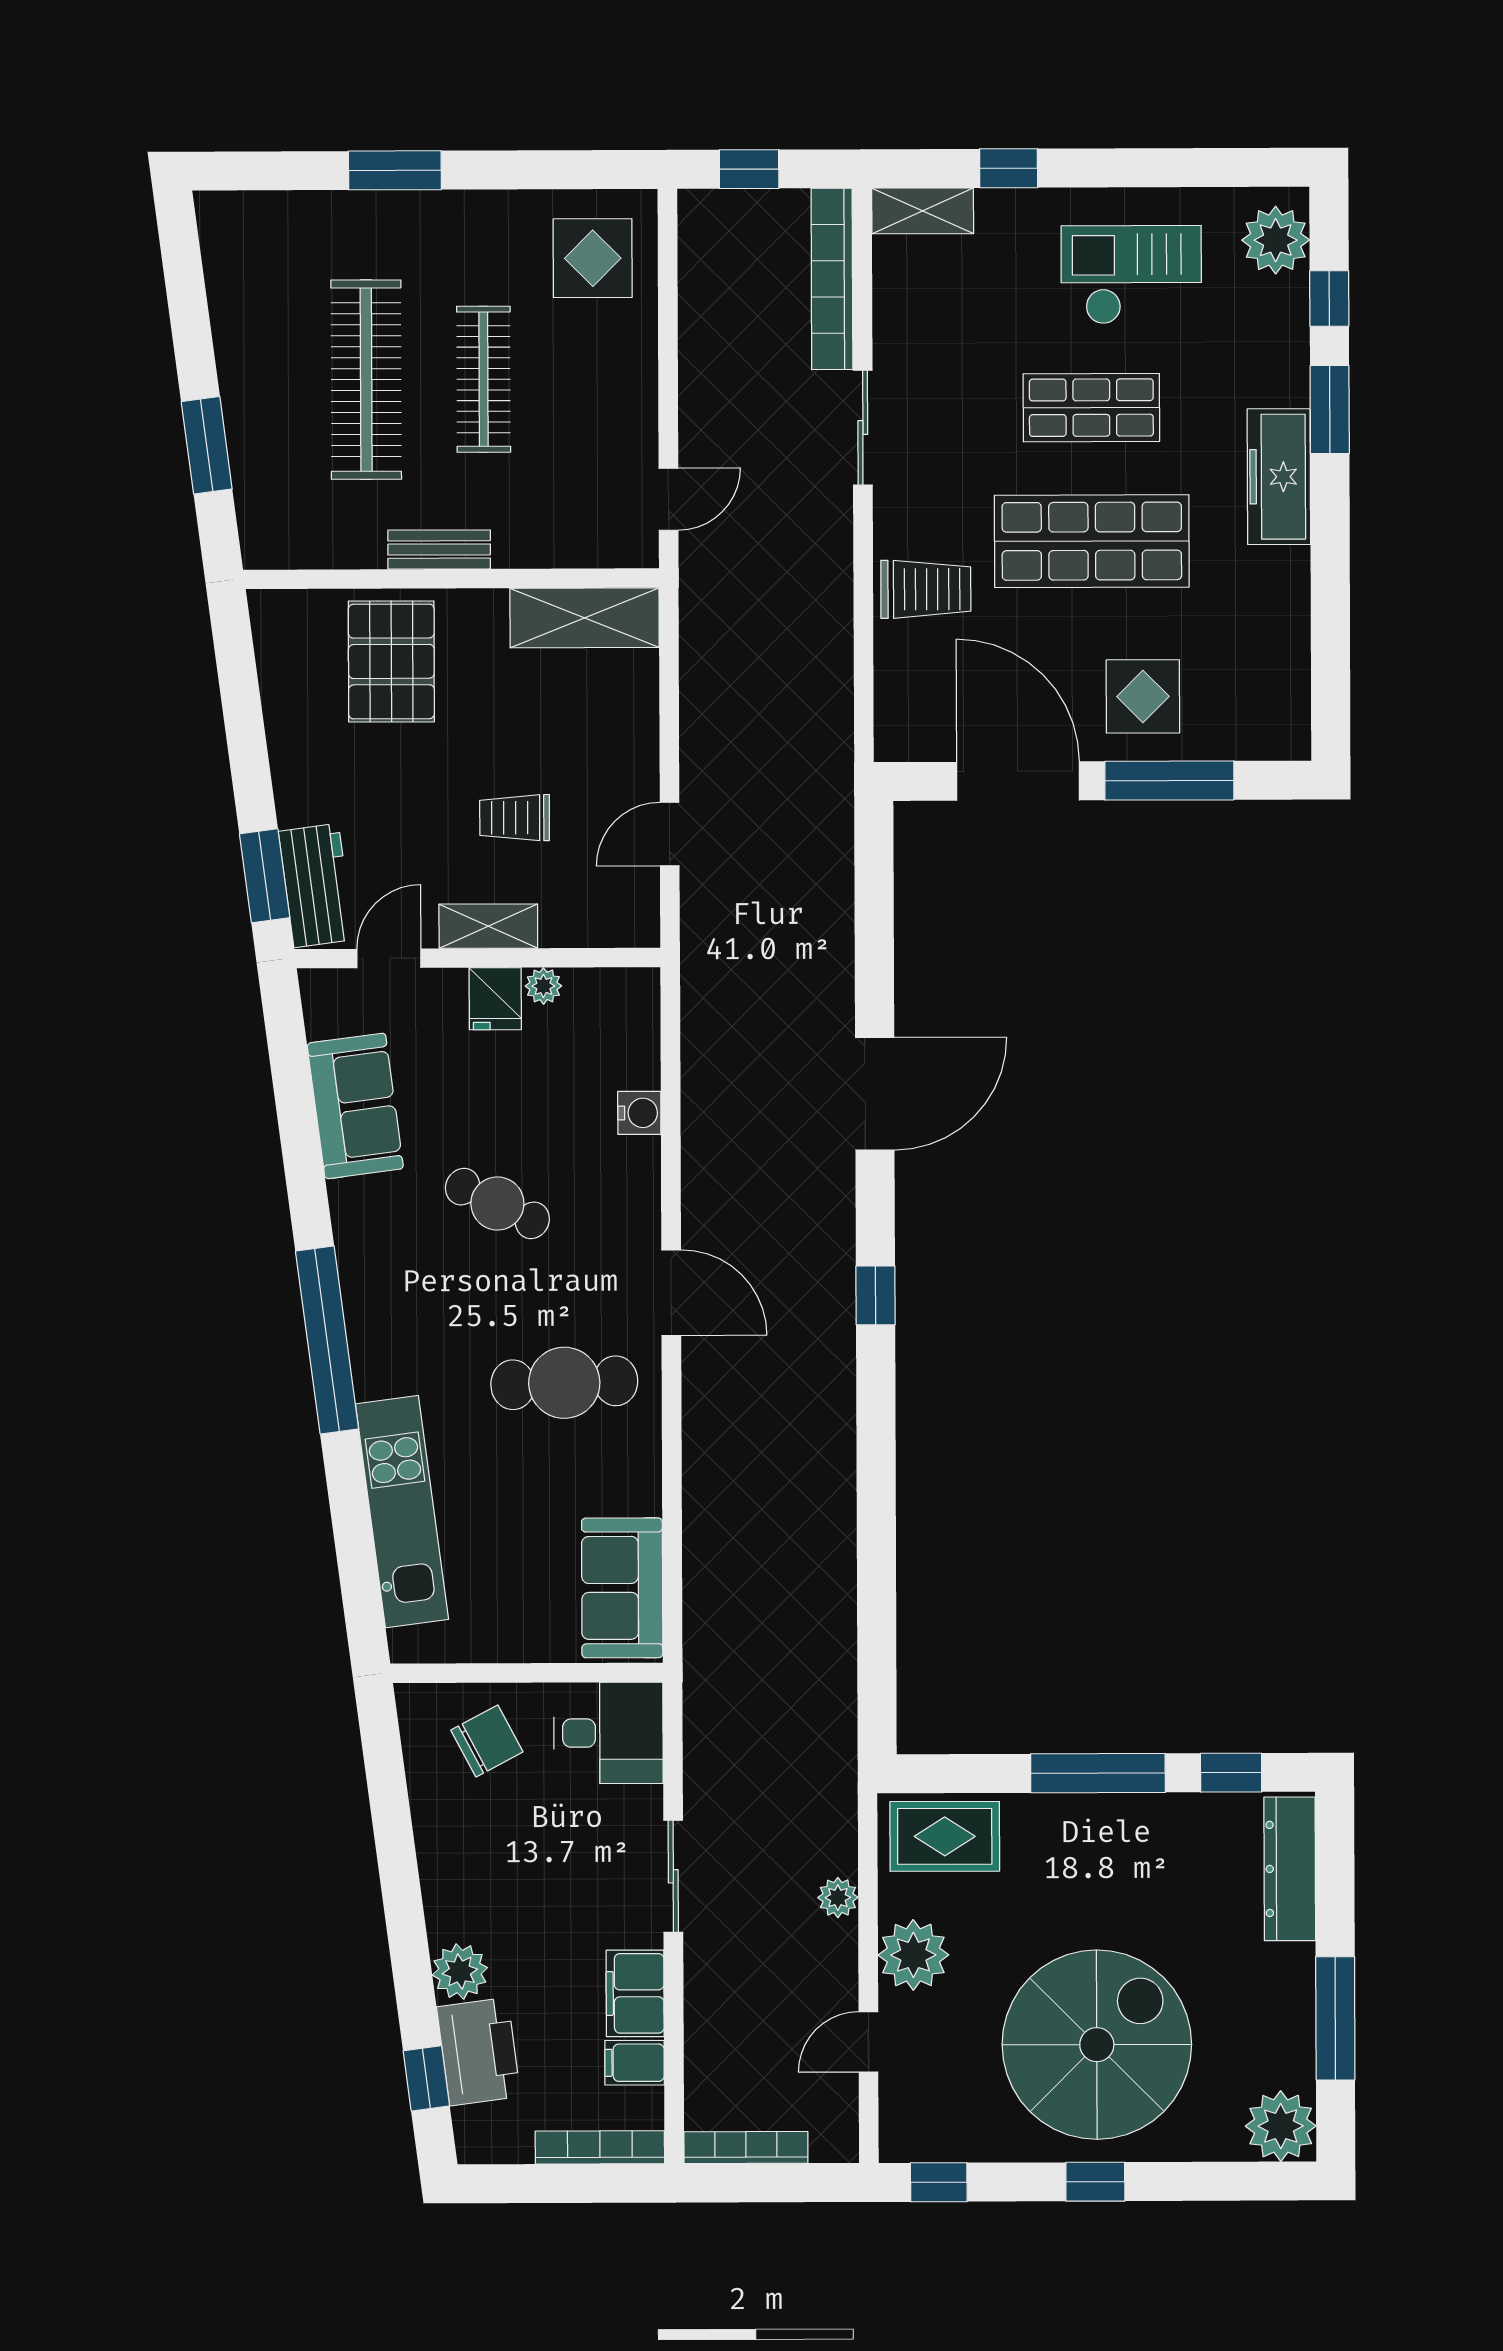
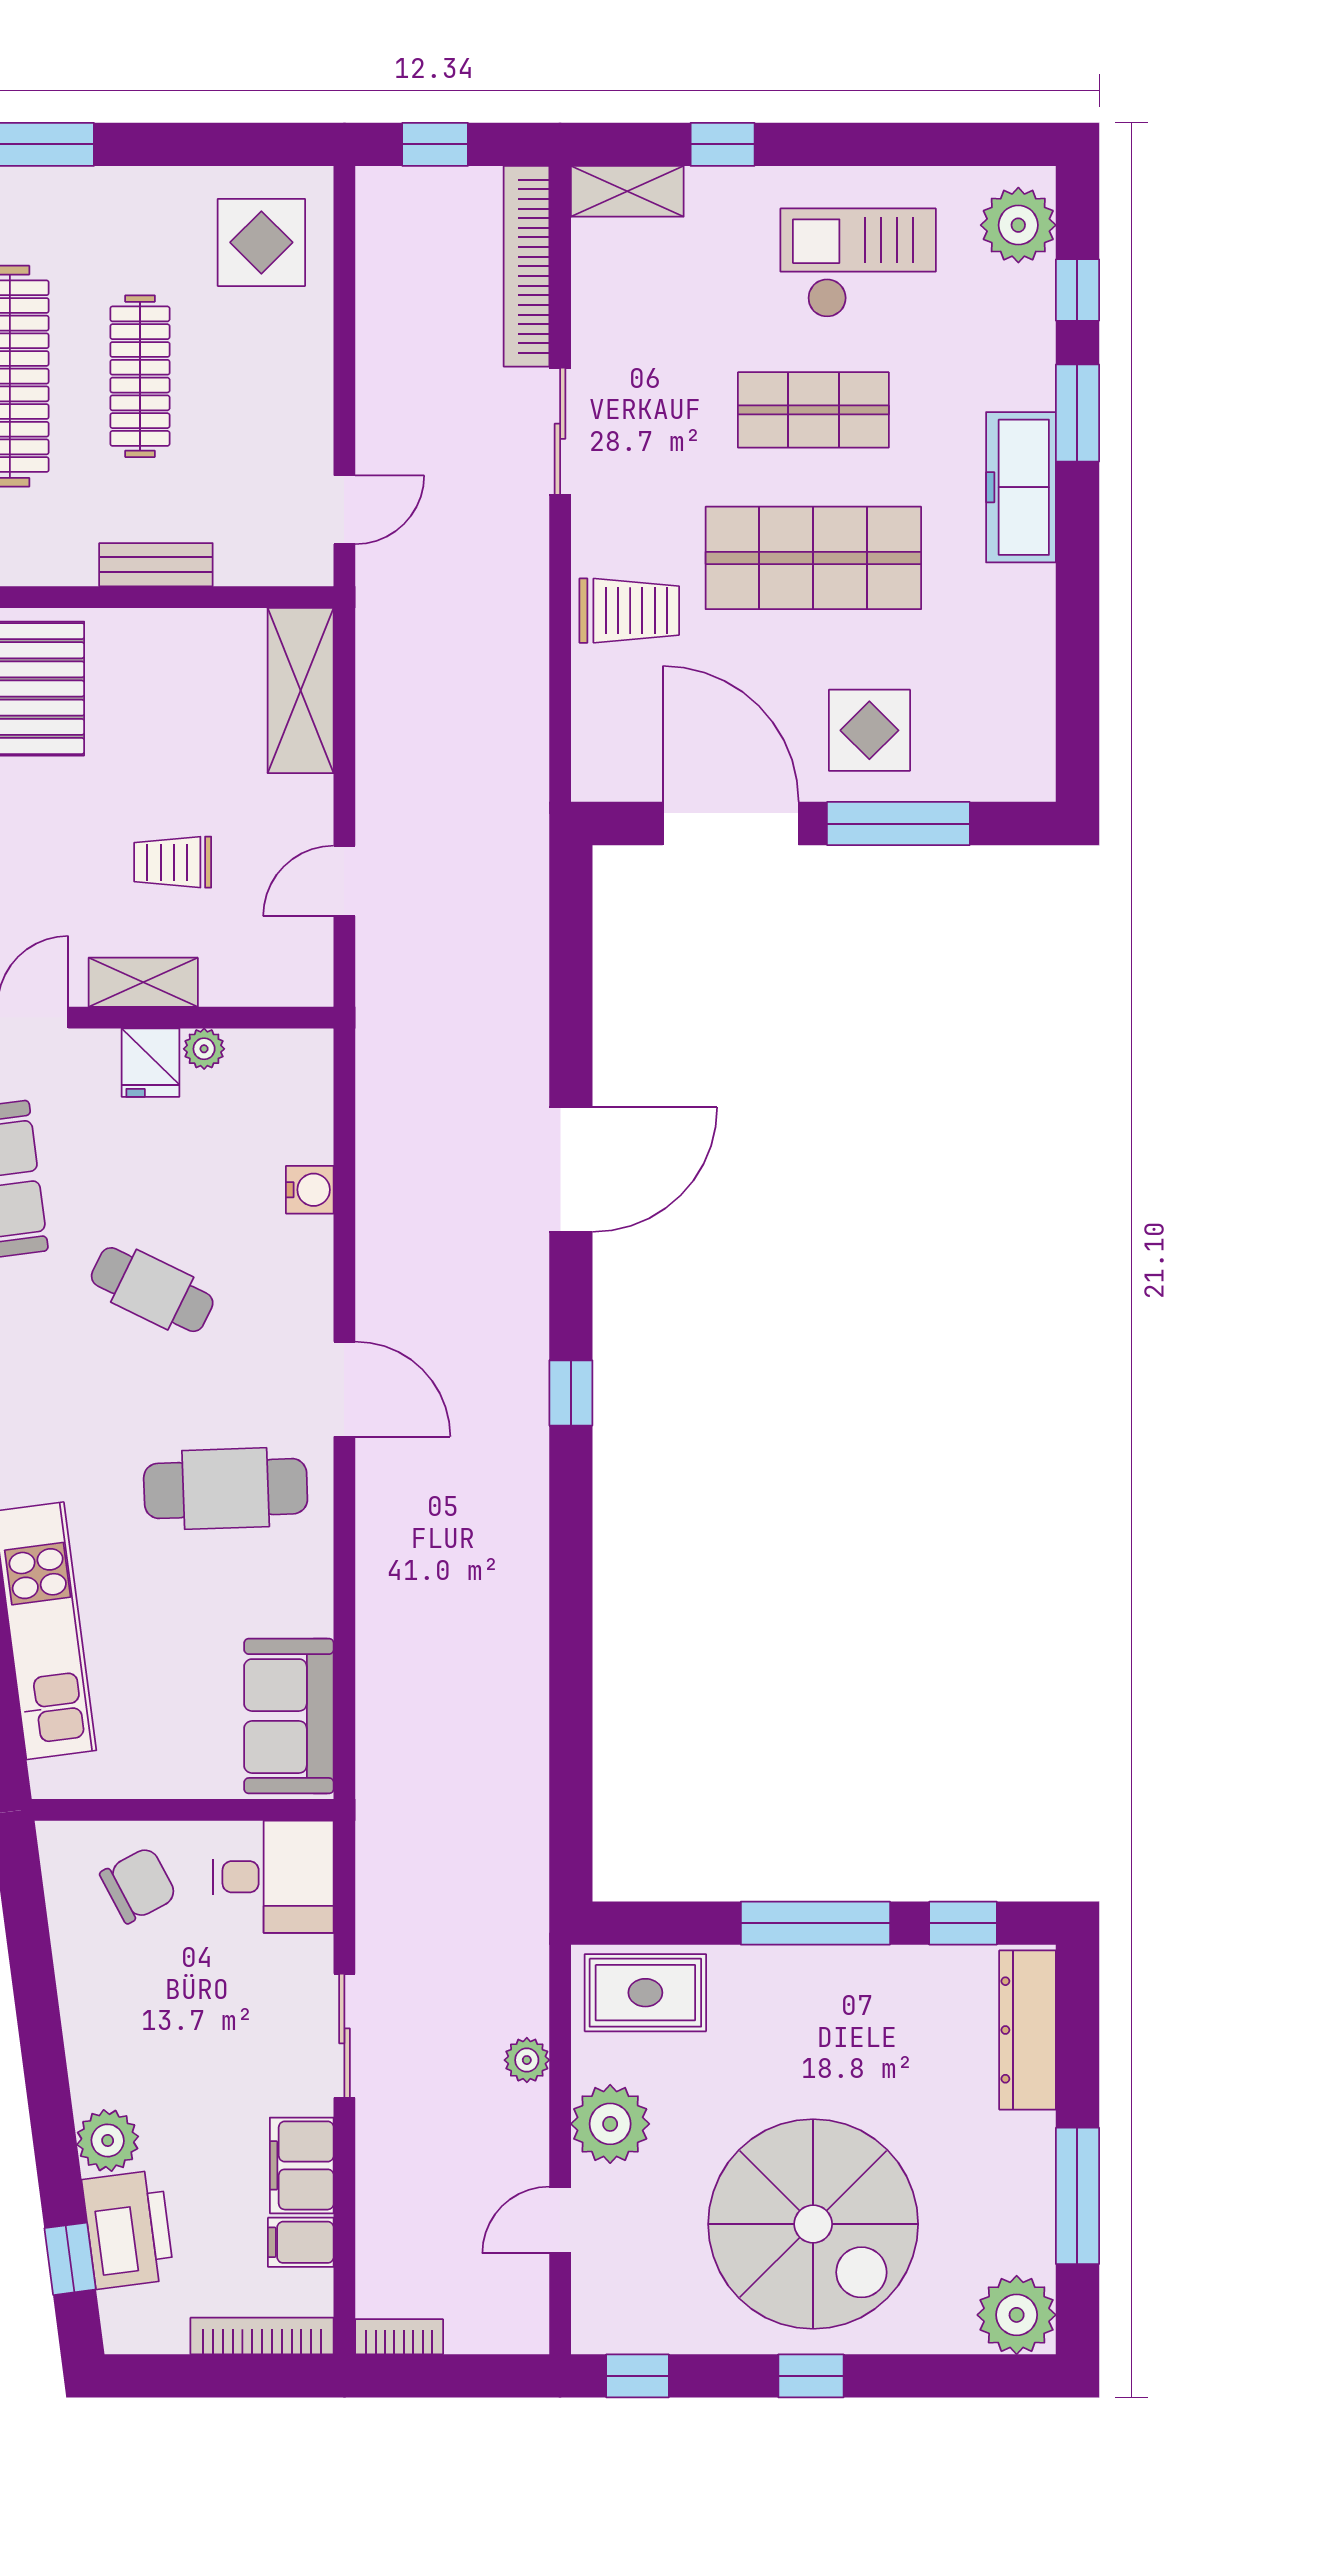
bench: (439, 550) -> (156, 565), moved
shelving: (585, 618) -> (301, 691), moved, turned 90
spiral stairs: (1097, 2045) -> (813, 2224), turned 90
bookcase: (746, 2148) -> (399, 2337), width x0.64

